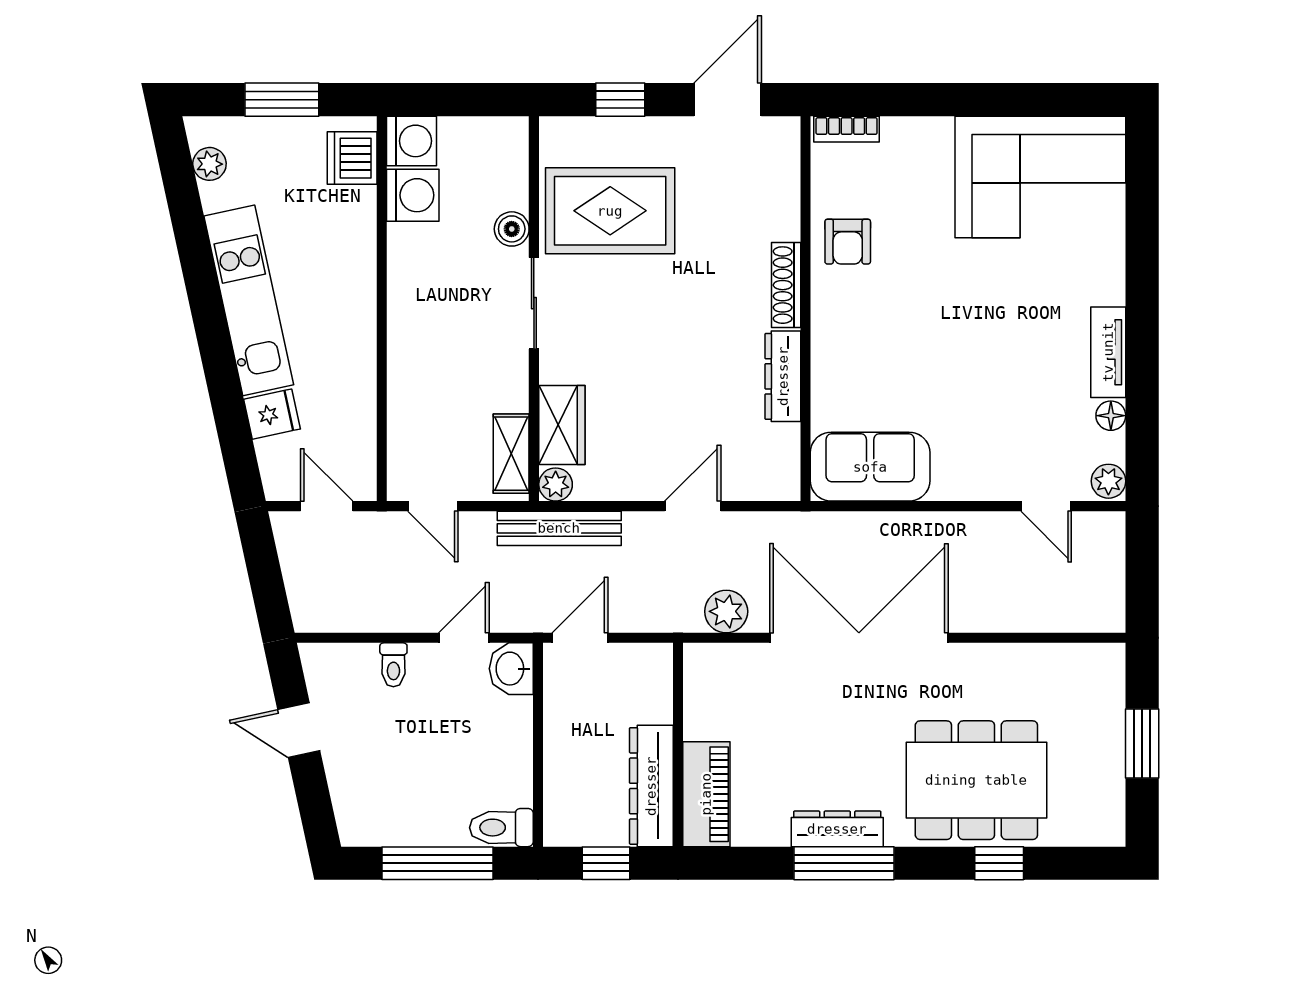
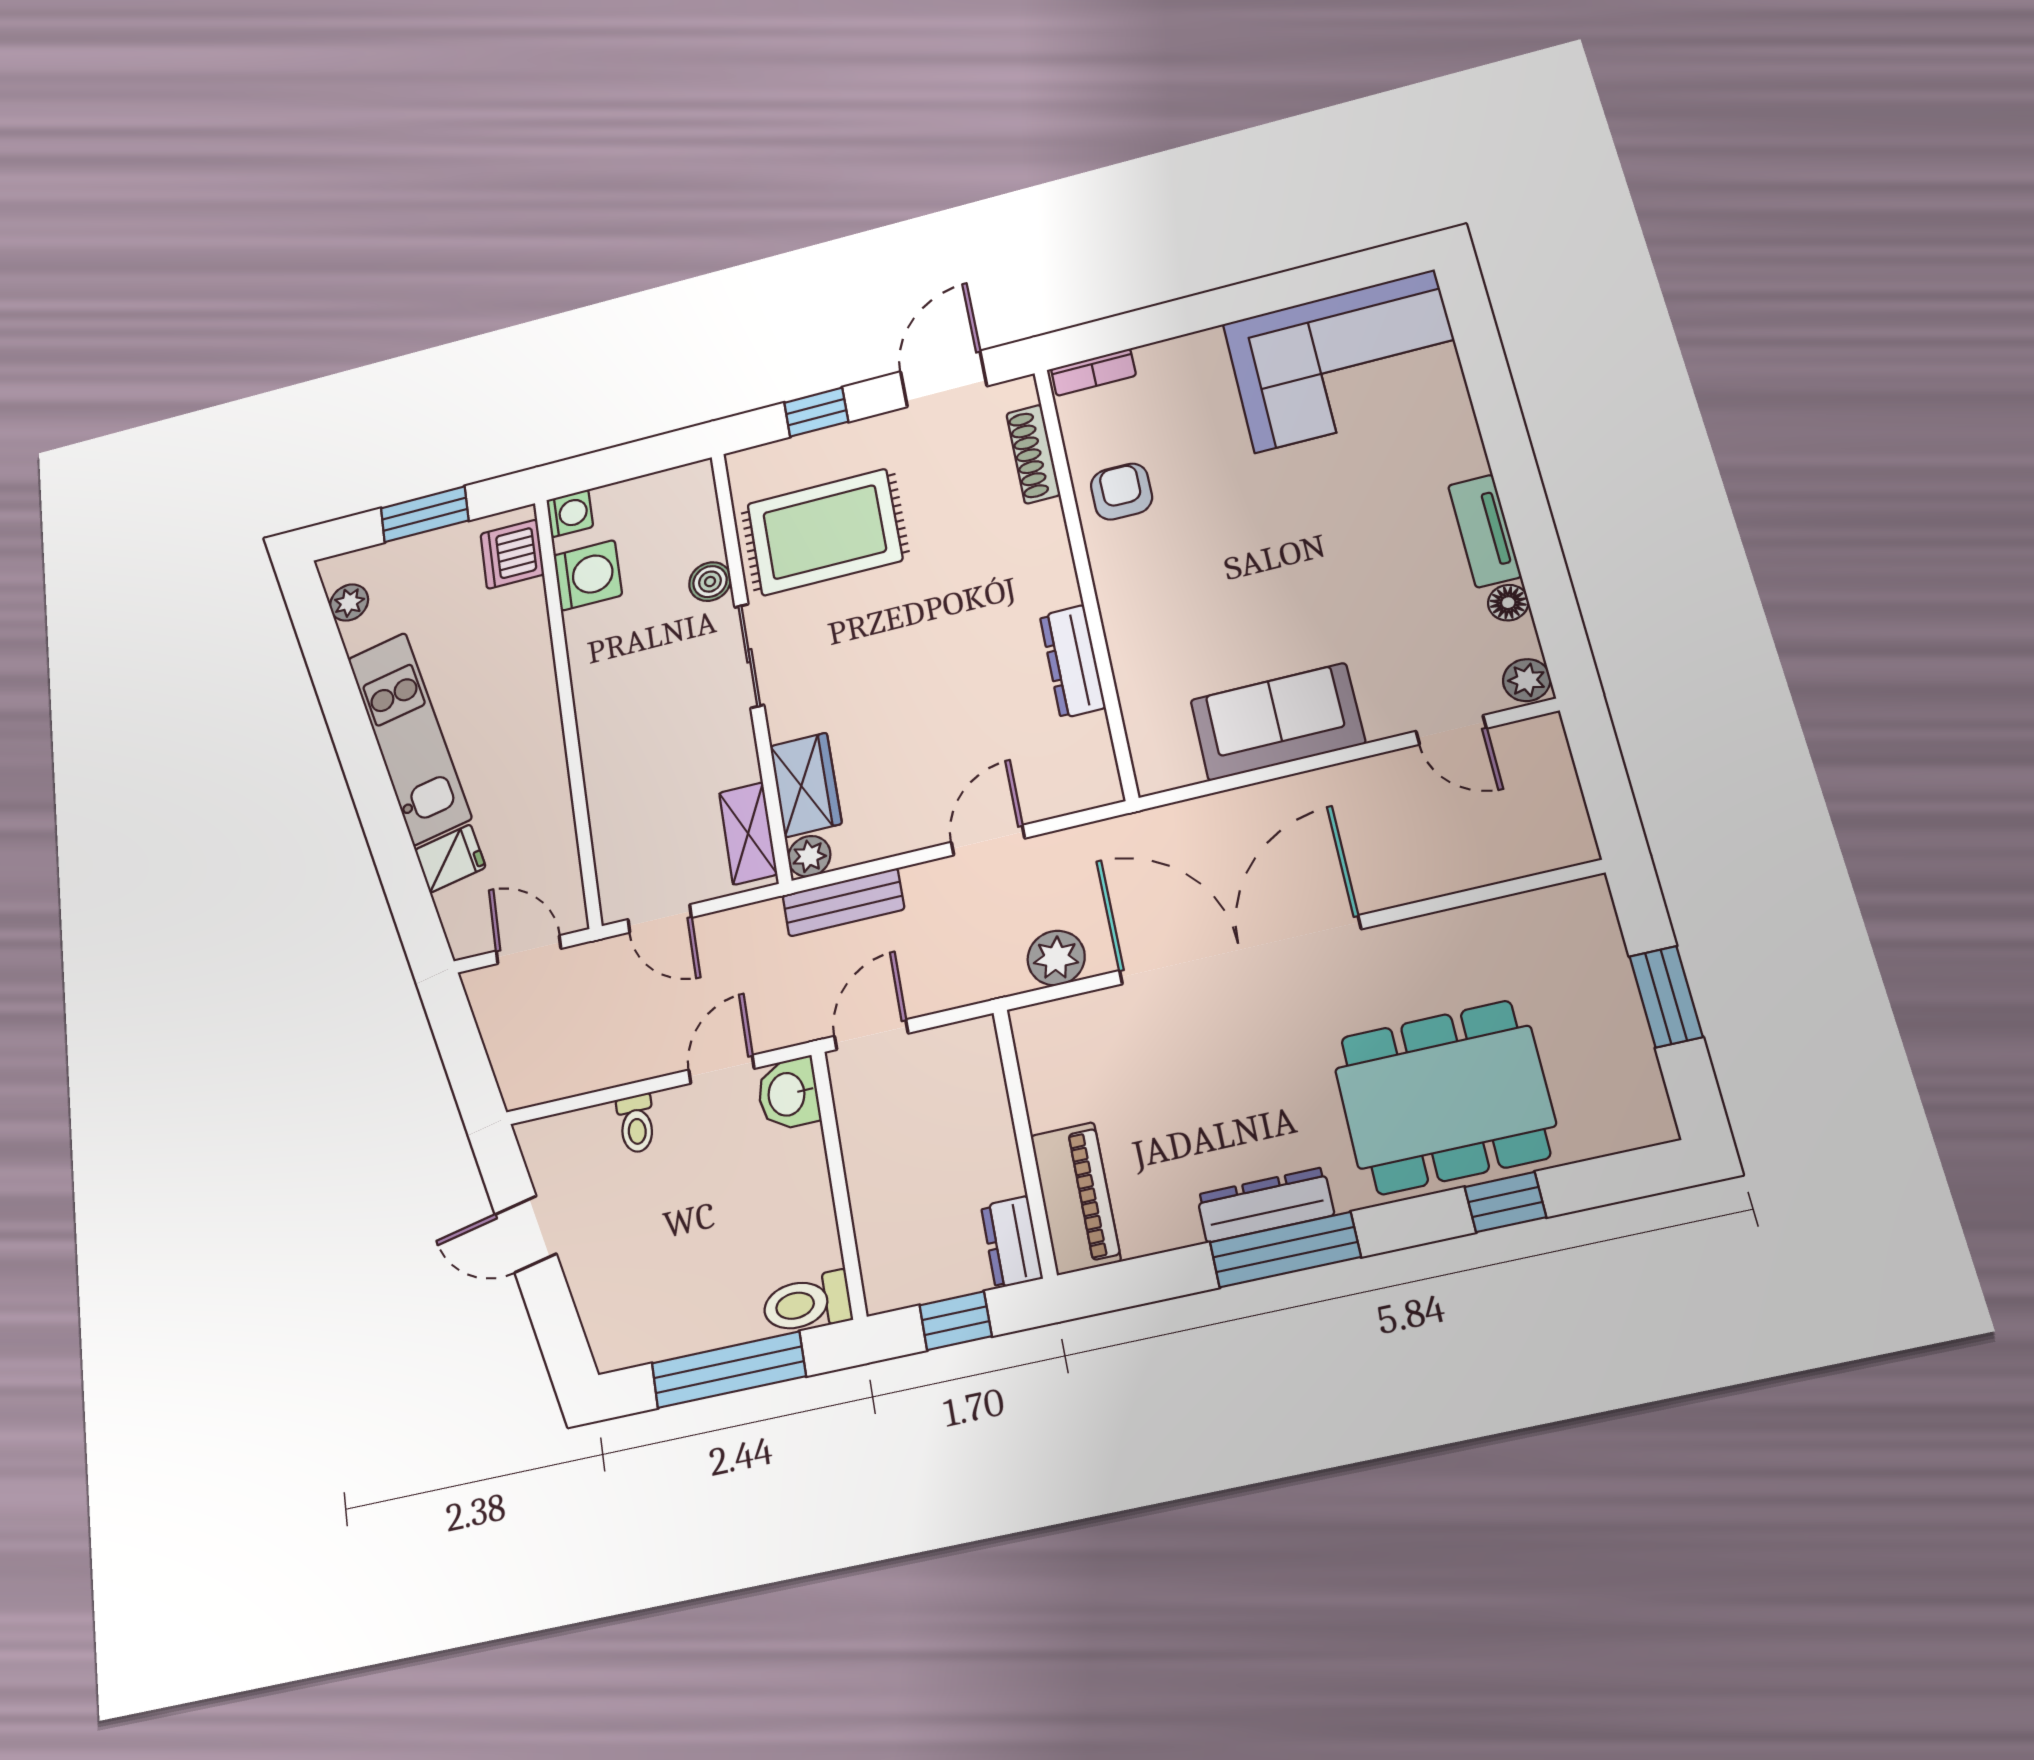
washing machine: (412, 141) -> (570, 513), width x0.73, depth x0.73
armchair: (848, 242) -> (1121, 492), turned 180
shoe rack: (786, 285) -> (1033, 454), moved
sofa: (870, 467) -> (1277, 722), moved
bench: (559, 528) -> (843, 902), width x0.73
dresser: (651, 786) -> (1012, 1242), width x0.51, depth x0.80

